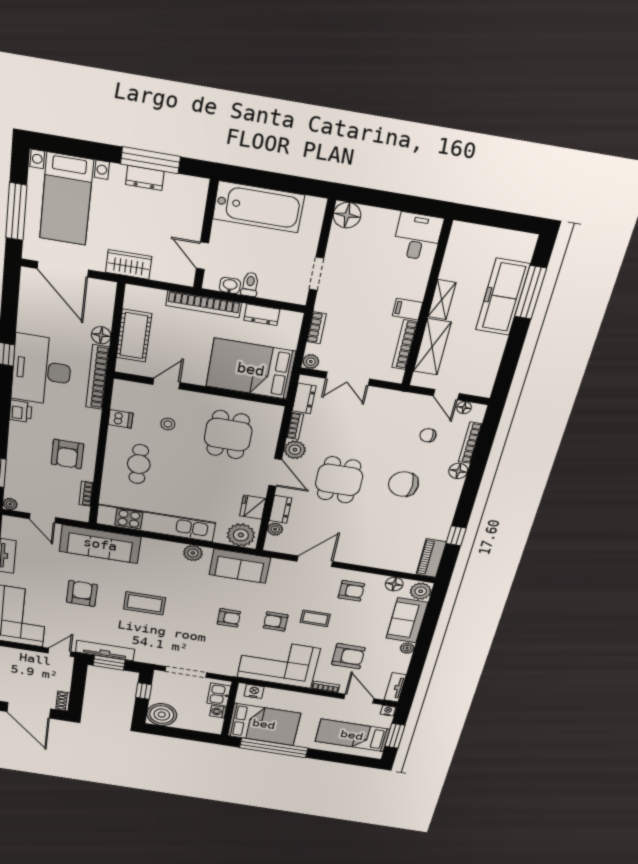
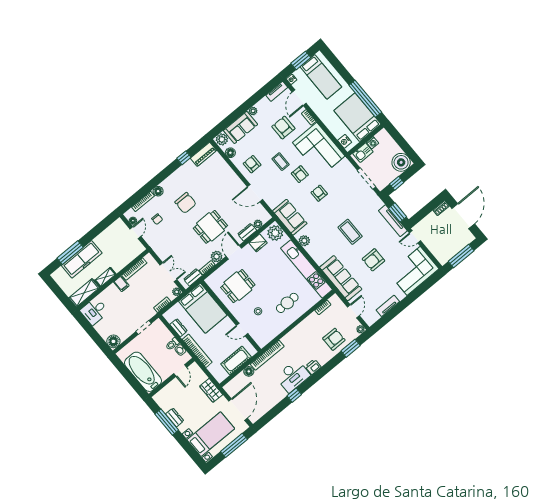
shelving: (432, 347) -> (84, 293), moved
desk: (42, 370) -> (293, 376), width x0.73, depth x0.77
dishwasher: (121, 419) -> (275, 330), removed
armchair: (67, 454) -> (334, 339), moved

